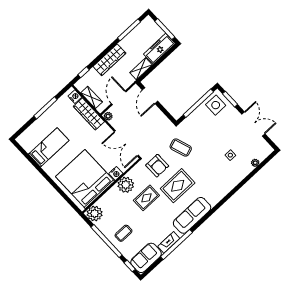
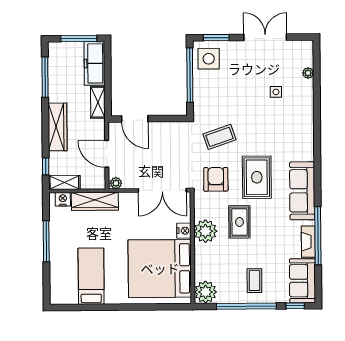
shelving: (92, 97) -> (64, 182), moved
armchair: (157, 166) -> (216, 179), turned -90

